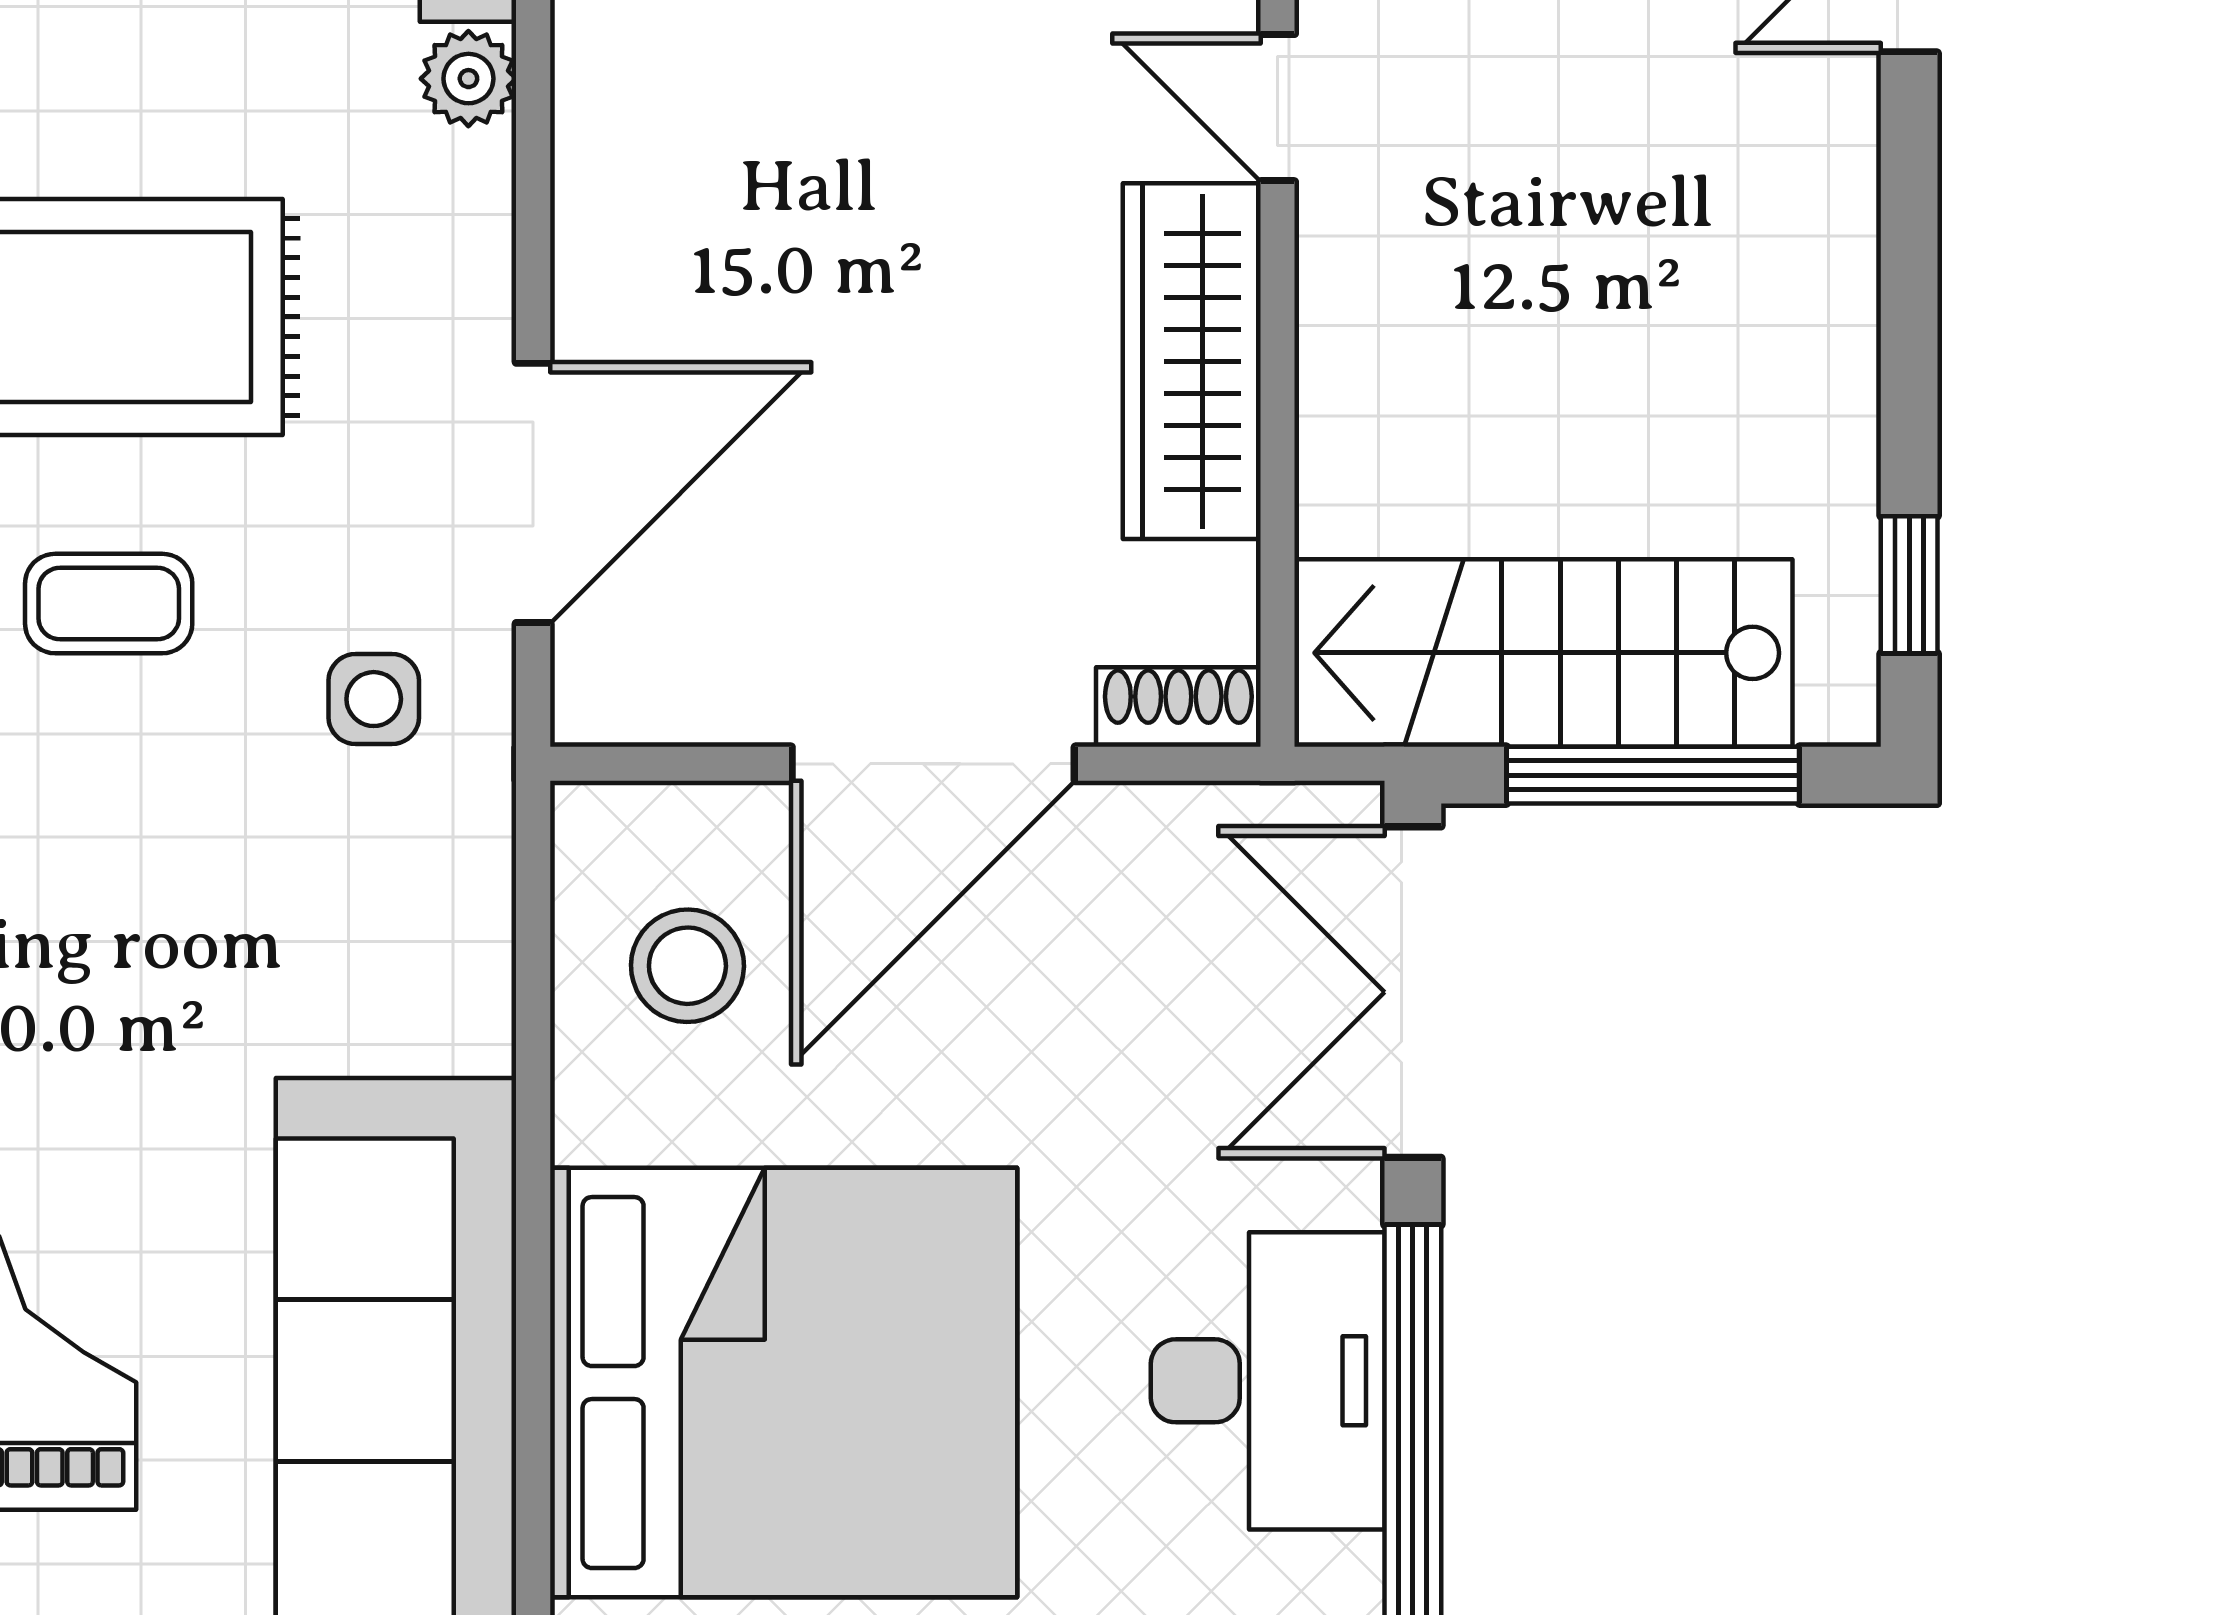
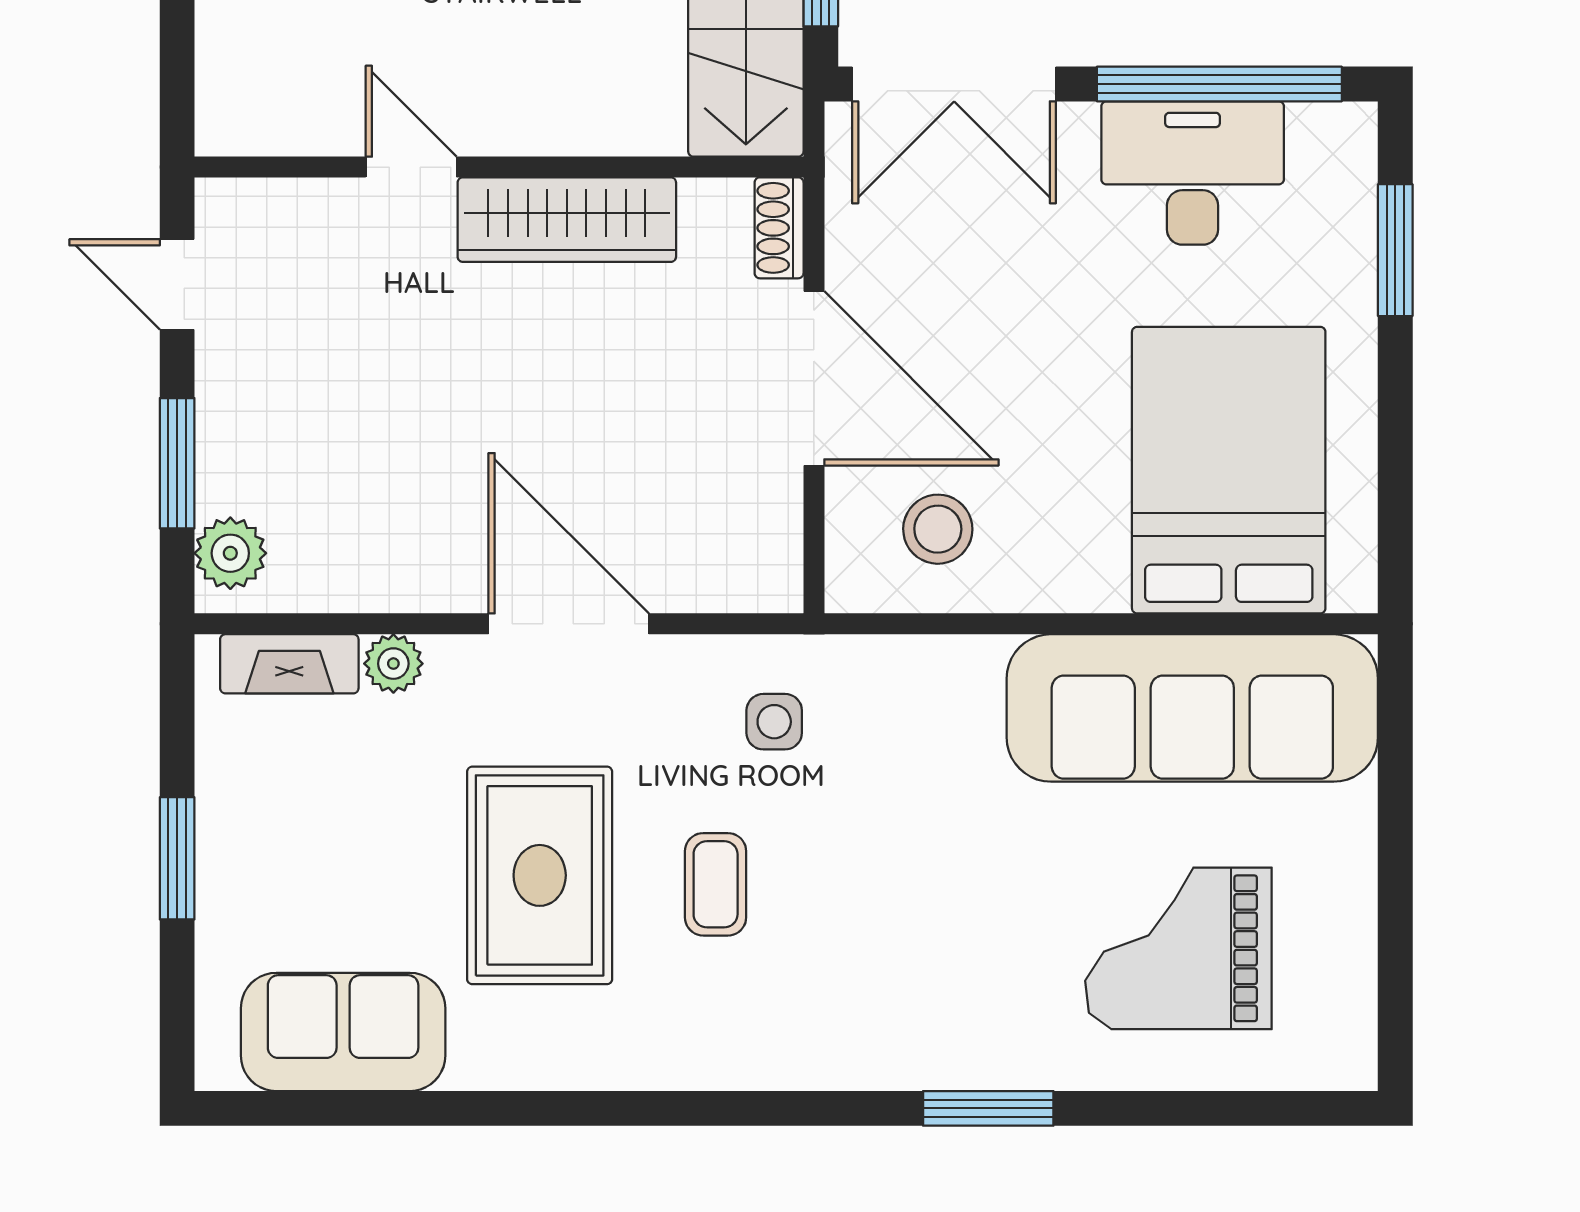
door: (1278, 108) -> (411, 167), swing flipped
door: (533, 493) -> (569, 624), moved
bed: (784, 1383) -> (1229, 470), width x0.73

